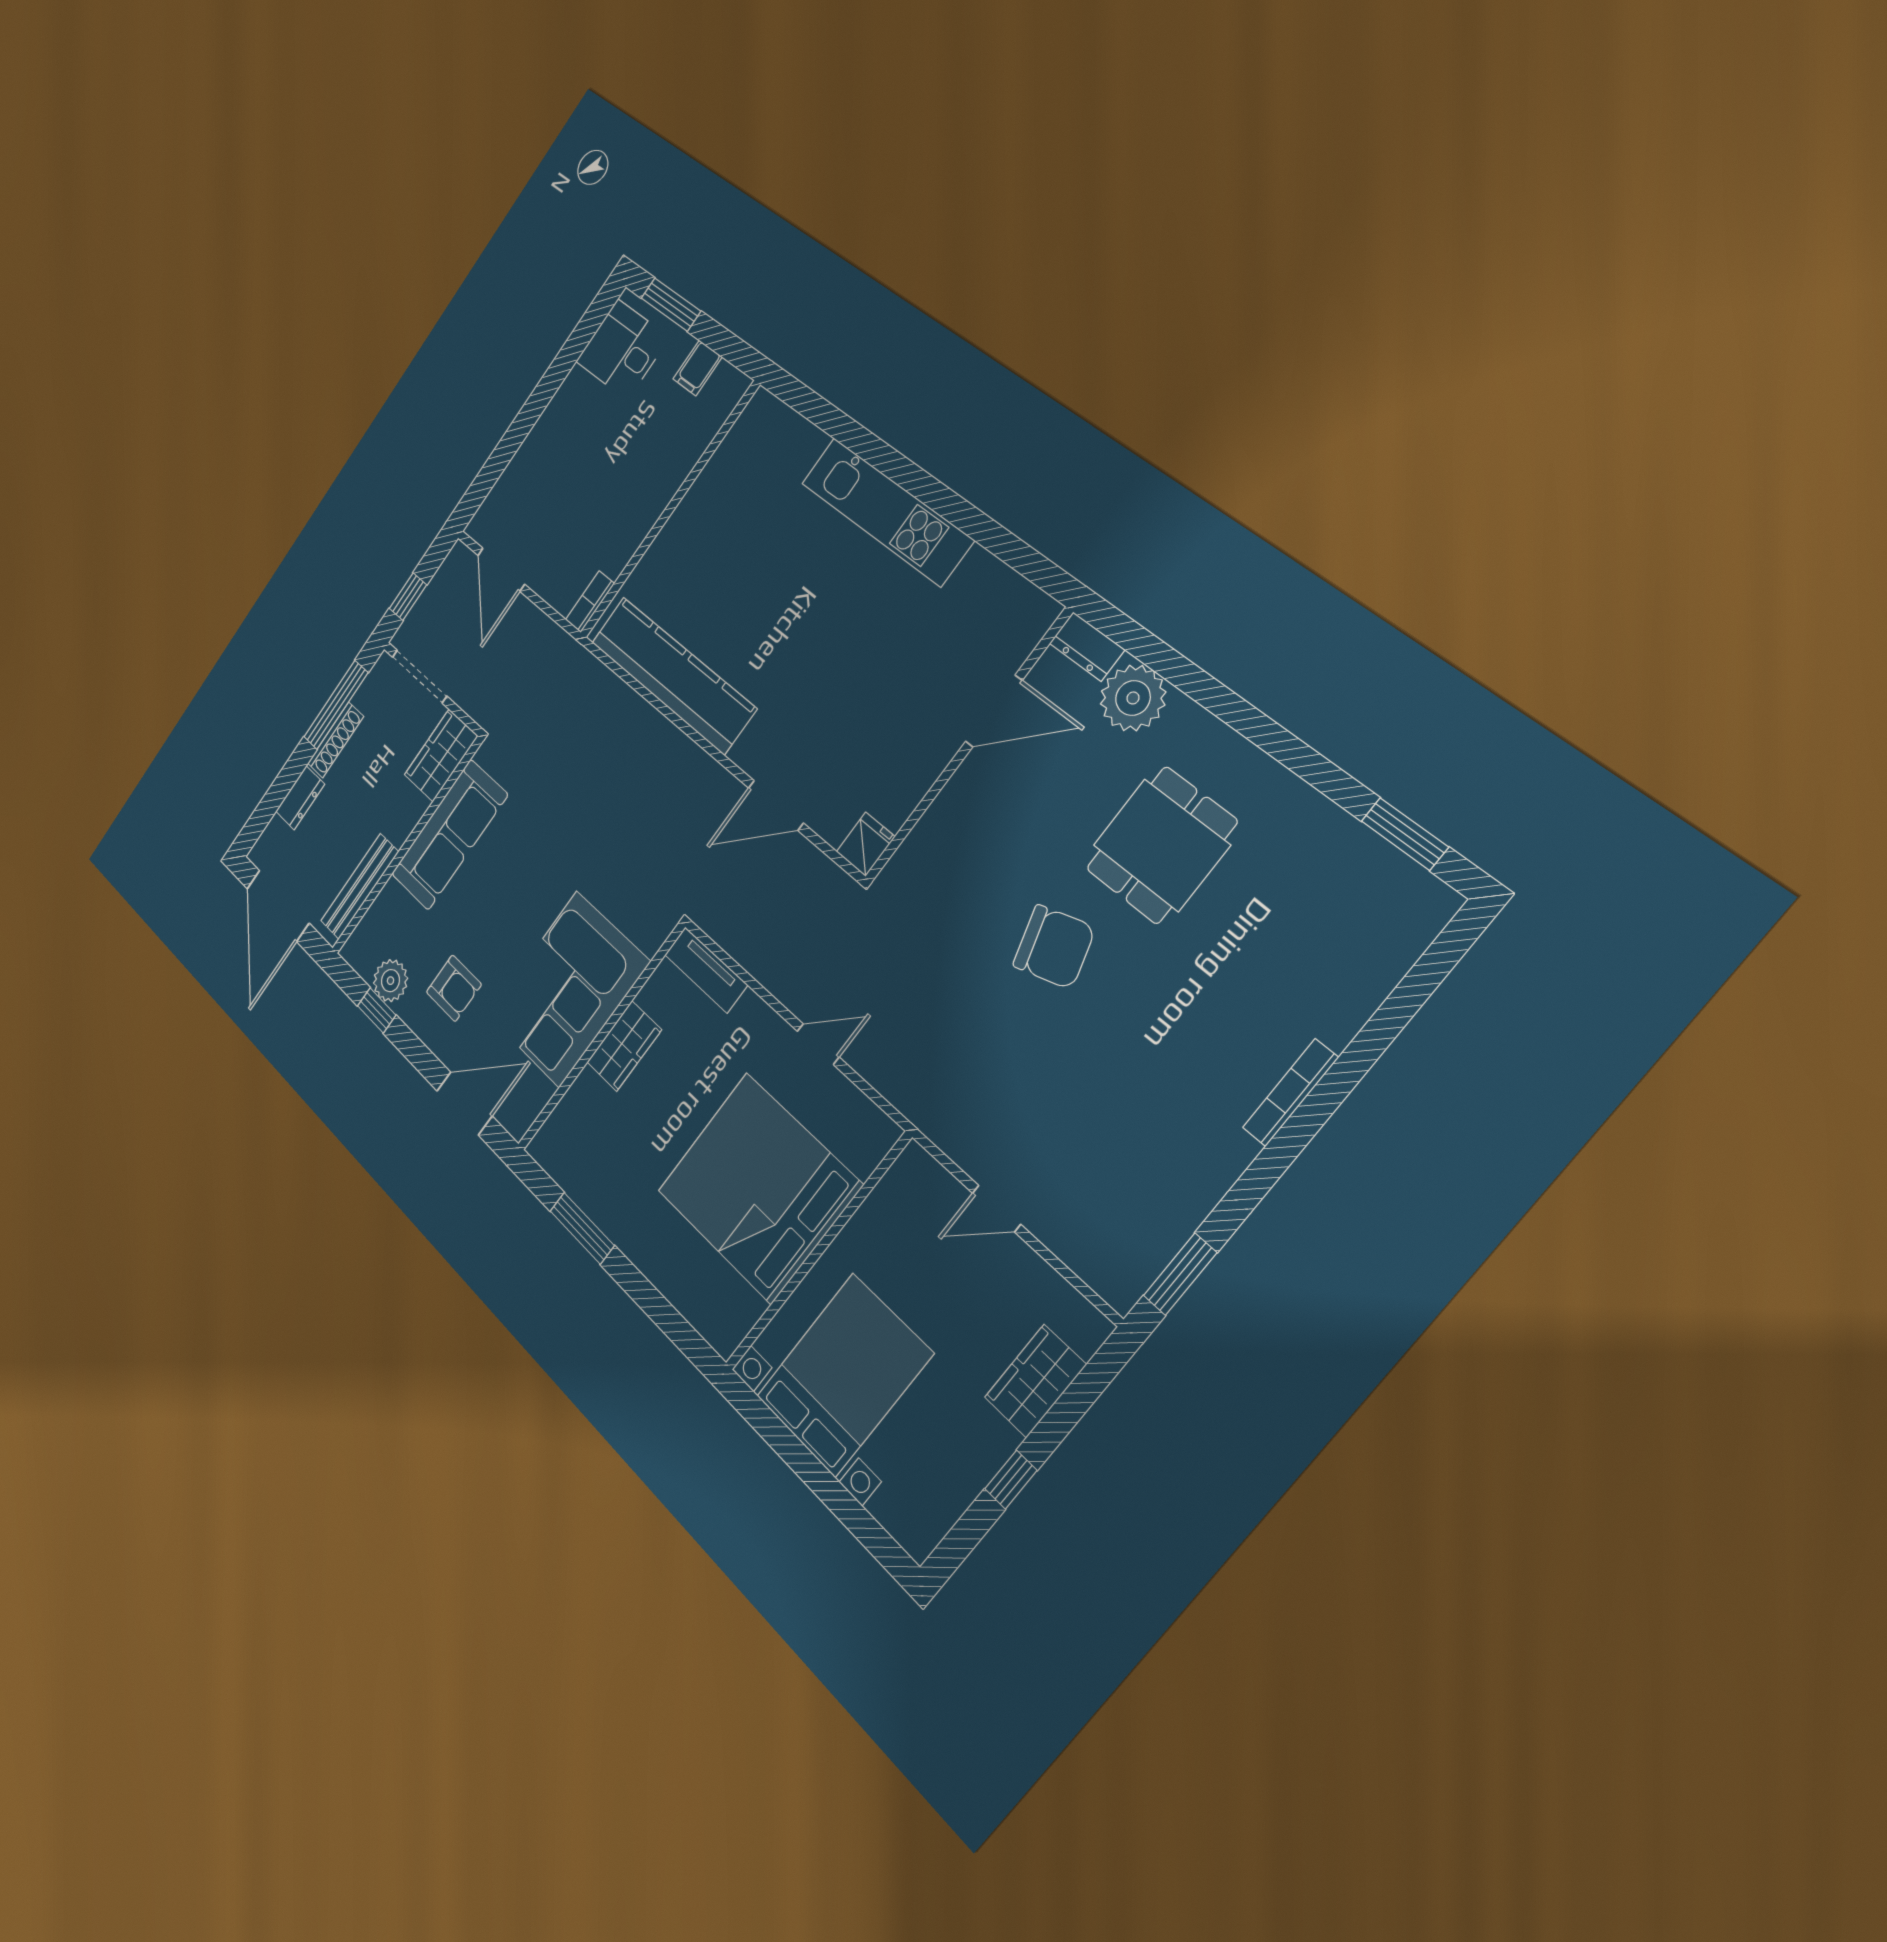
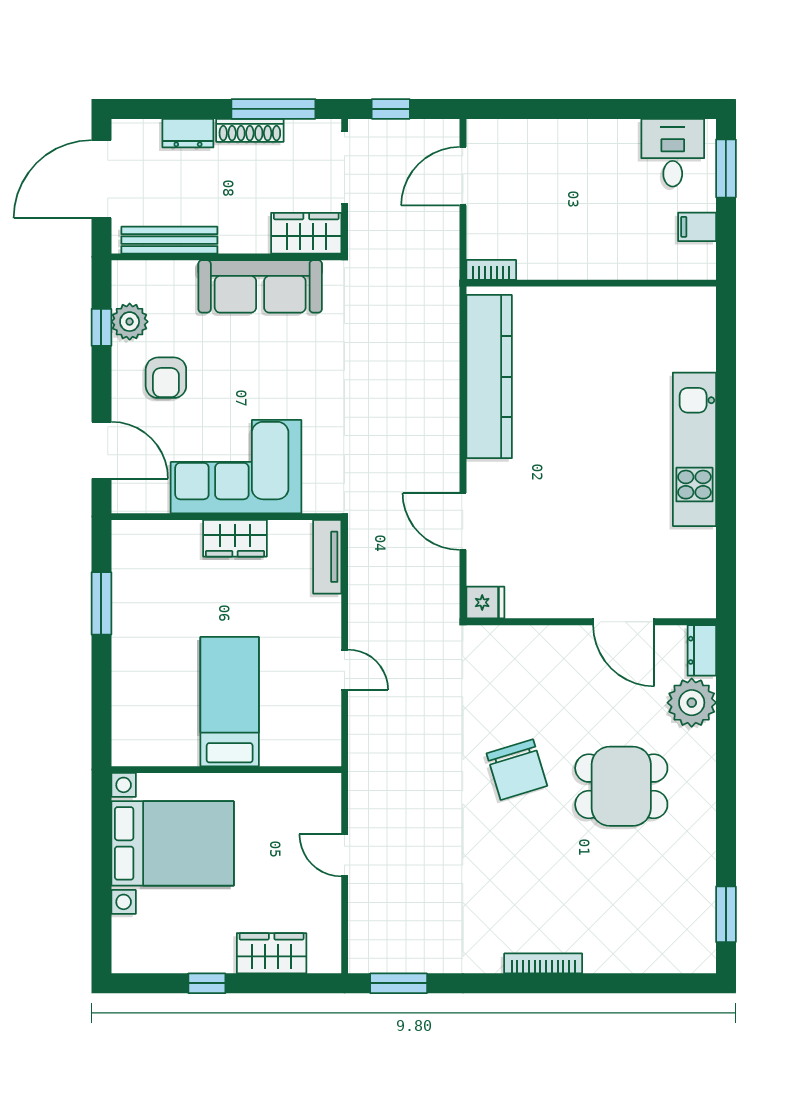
bed: (759, 1188) -> (230, 702), width x0.49

